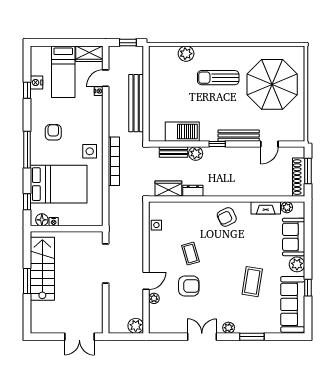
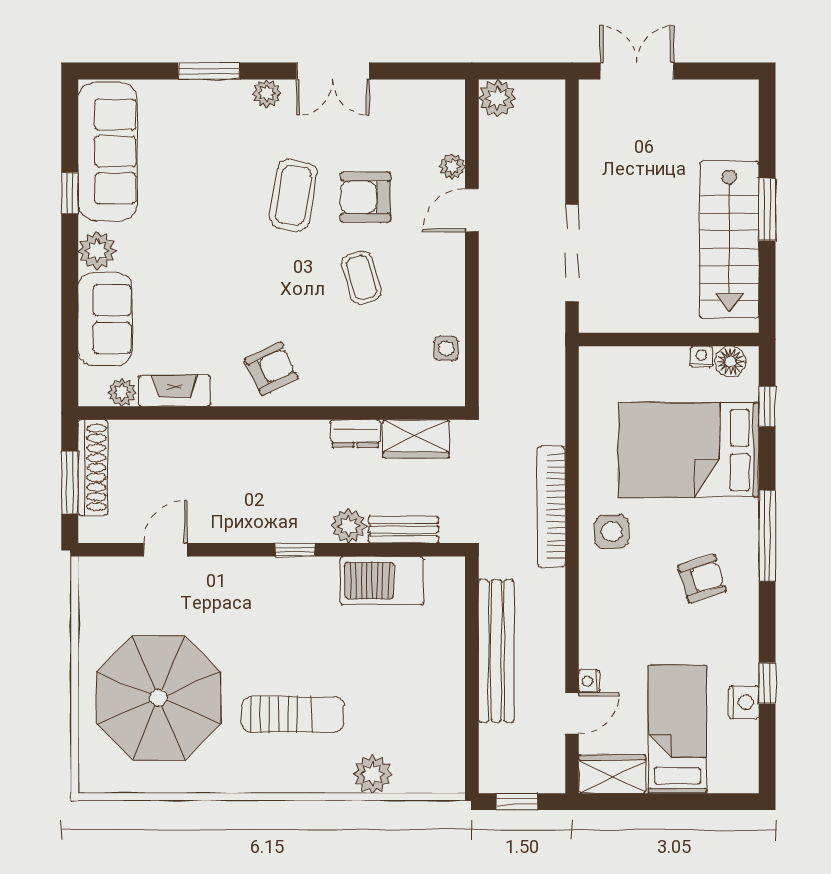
armchair: (53, 132) -> (702, 579), turned -107
bench: (239, 136) -> (242, 571), removed
coffee table: (252, 282) -> (293, 195), moved

